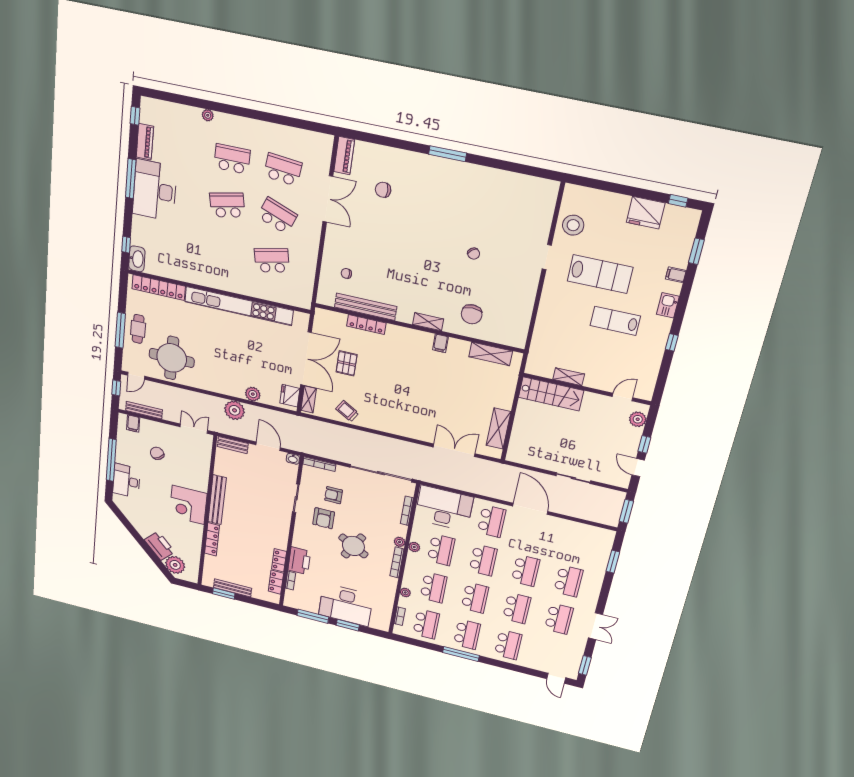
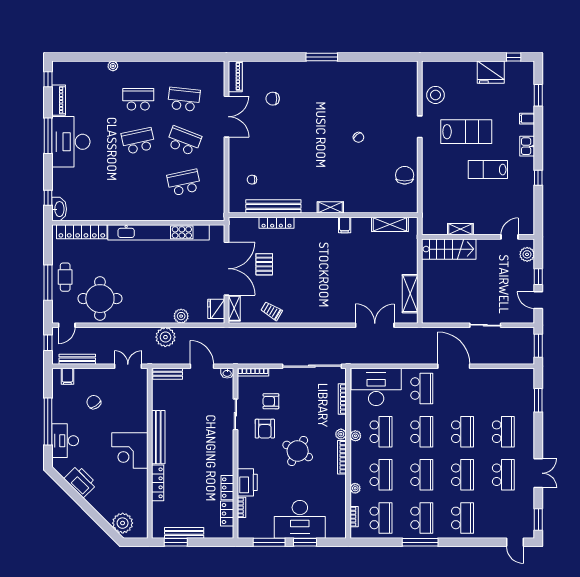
chair: (472, 314) -> (405, 175), moved, turned 180
printer: (160, 546) -> (80, 481), moved

